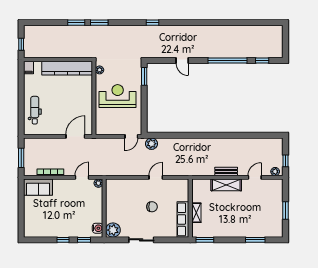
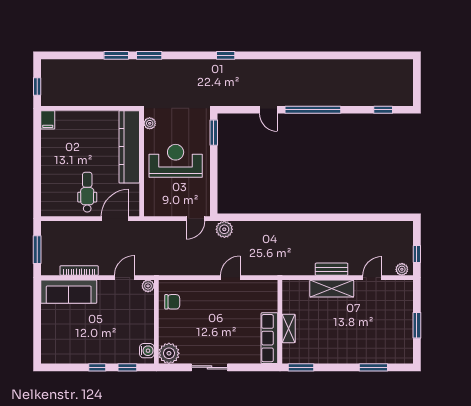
window: (228, 60) -> (313, 110), moved
kitchen counter: (67, 68) -> (129, 147), moved, turned 90
dental chair: (35, 110) -> (87, 192), moved
sofa: (38, 187) -> (69, 292), width x1.36
chair: (152, 207) -> (172, 302), moved

